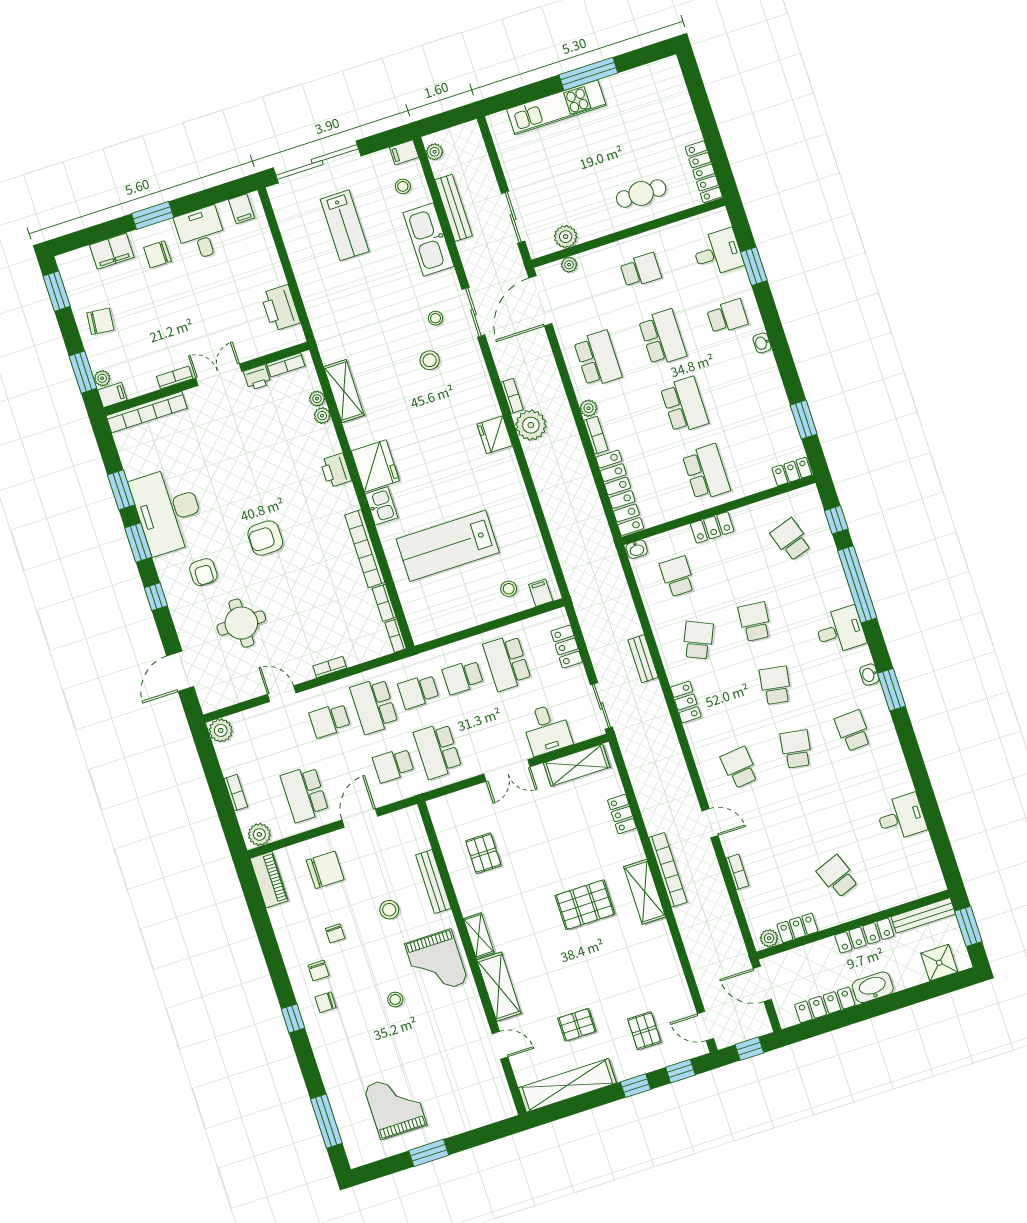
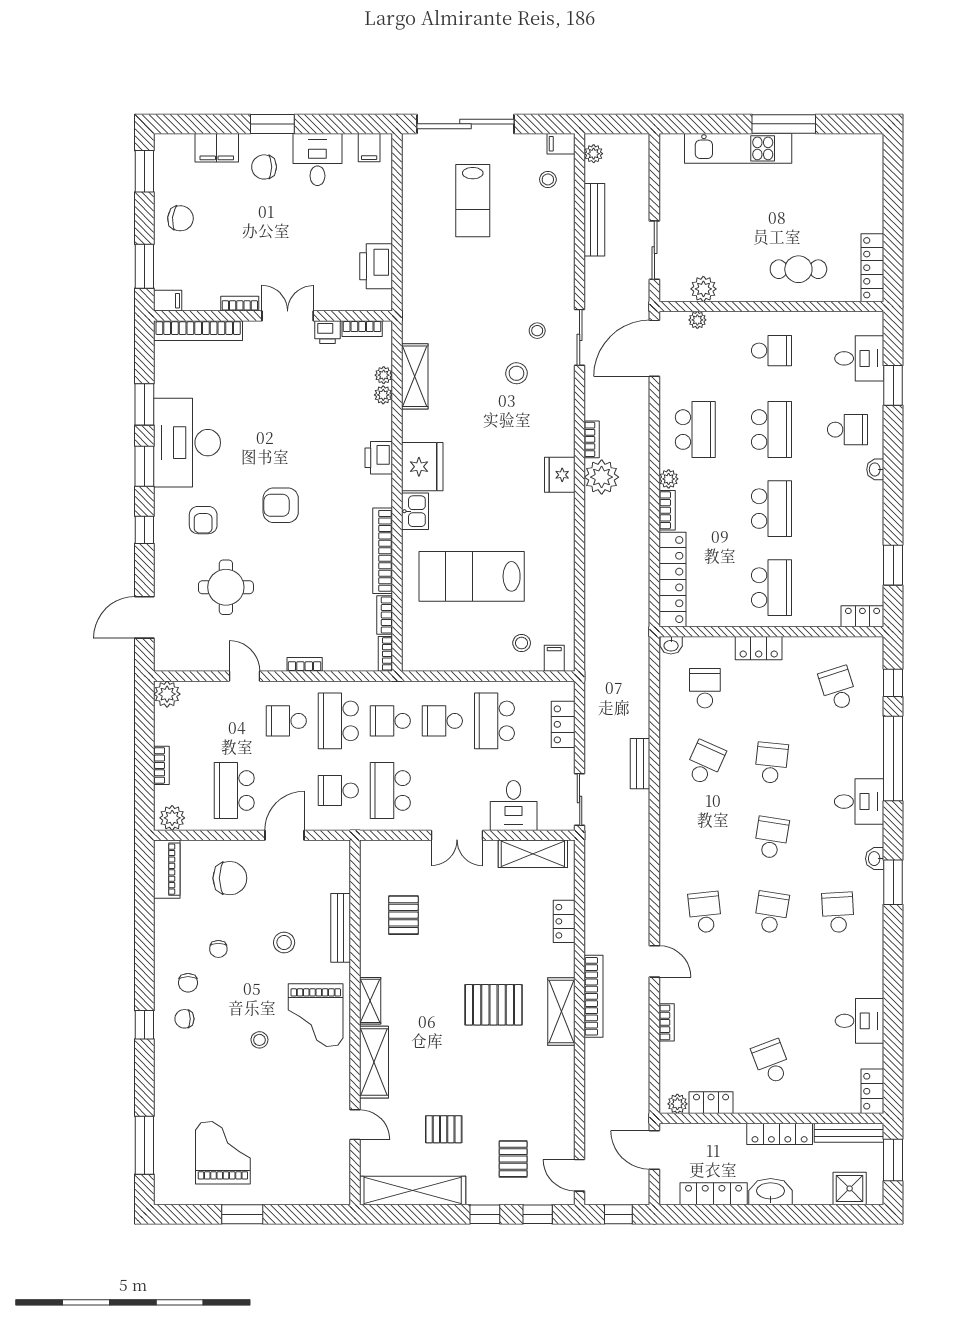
kitchen sink: (428, 239) -> (557, 245), removed
plant: (102, 378) -> (163, 279), removed
locker: (686, 702) -> (872, 1091), moved, turned 180

